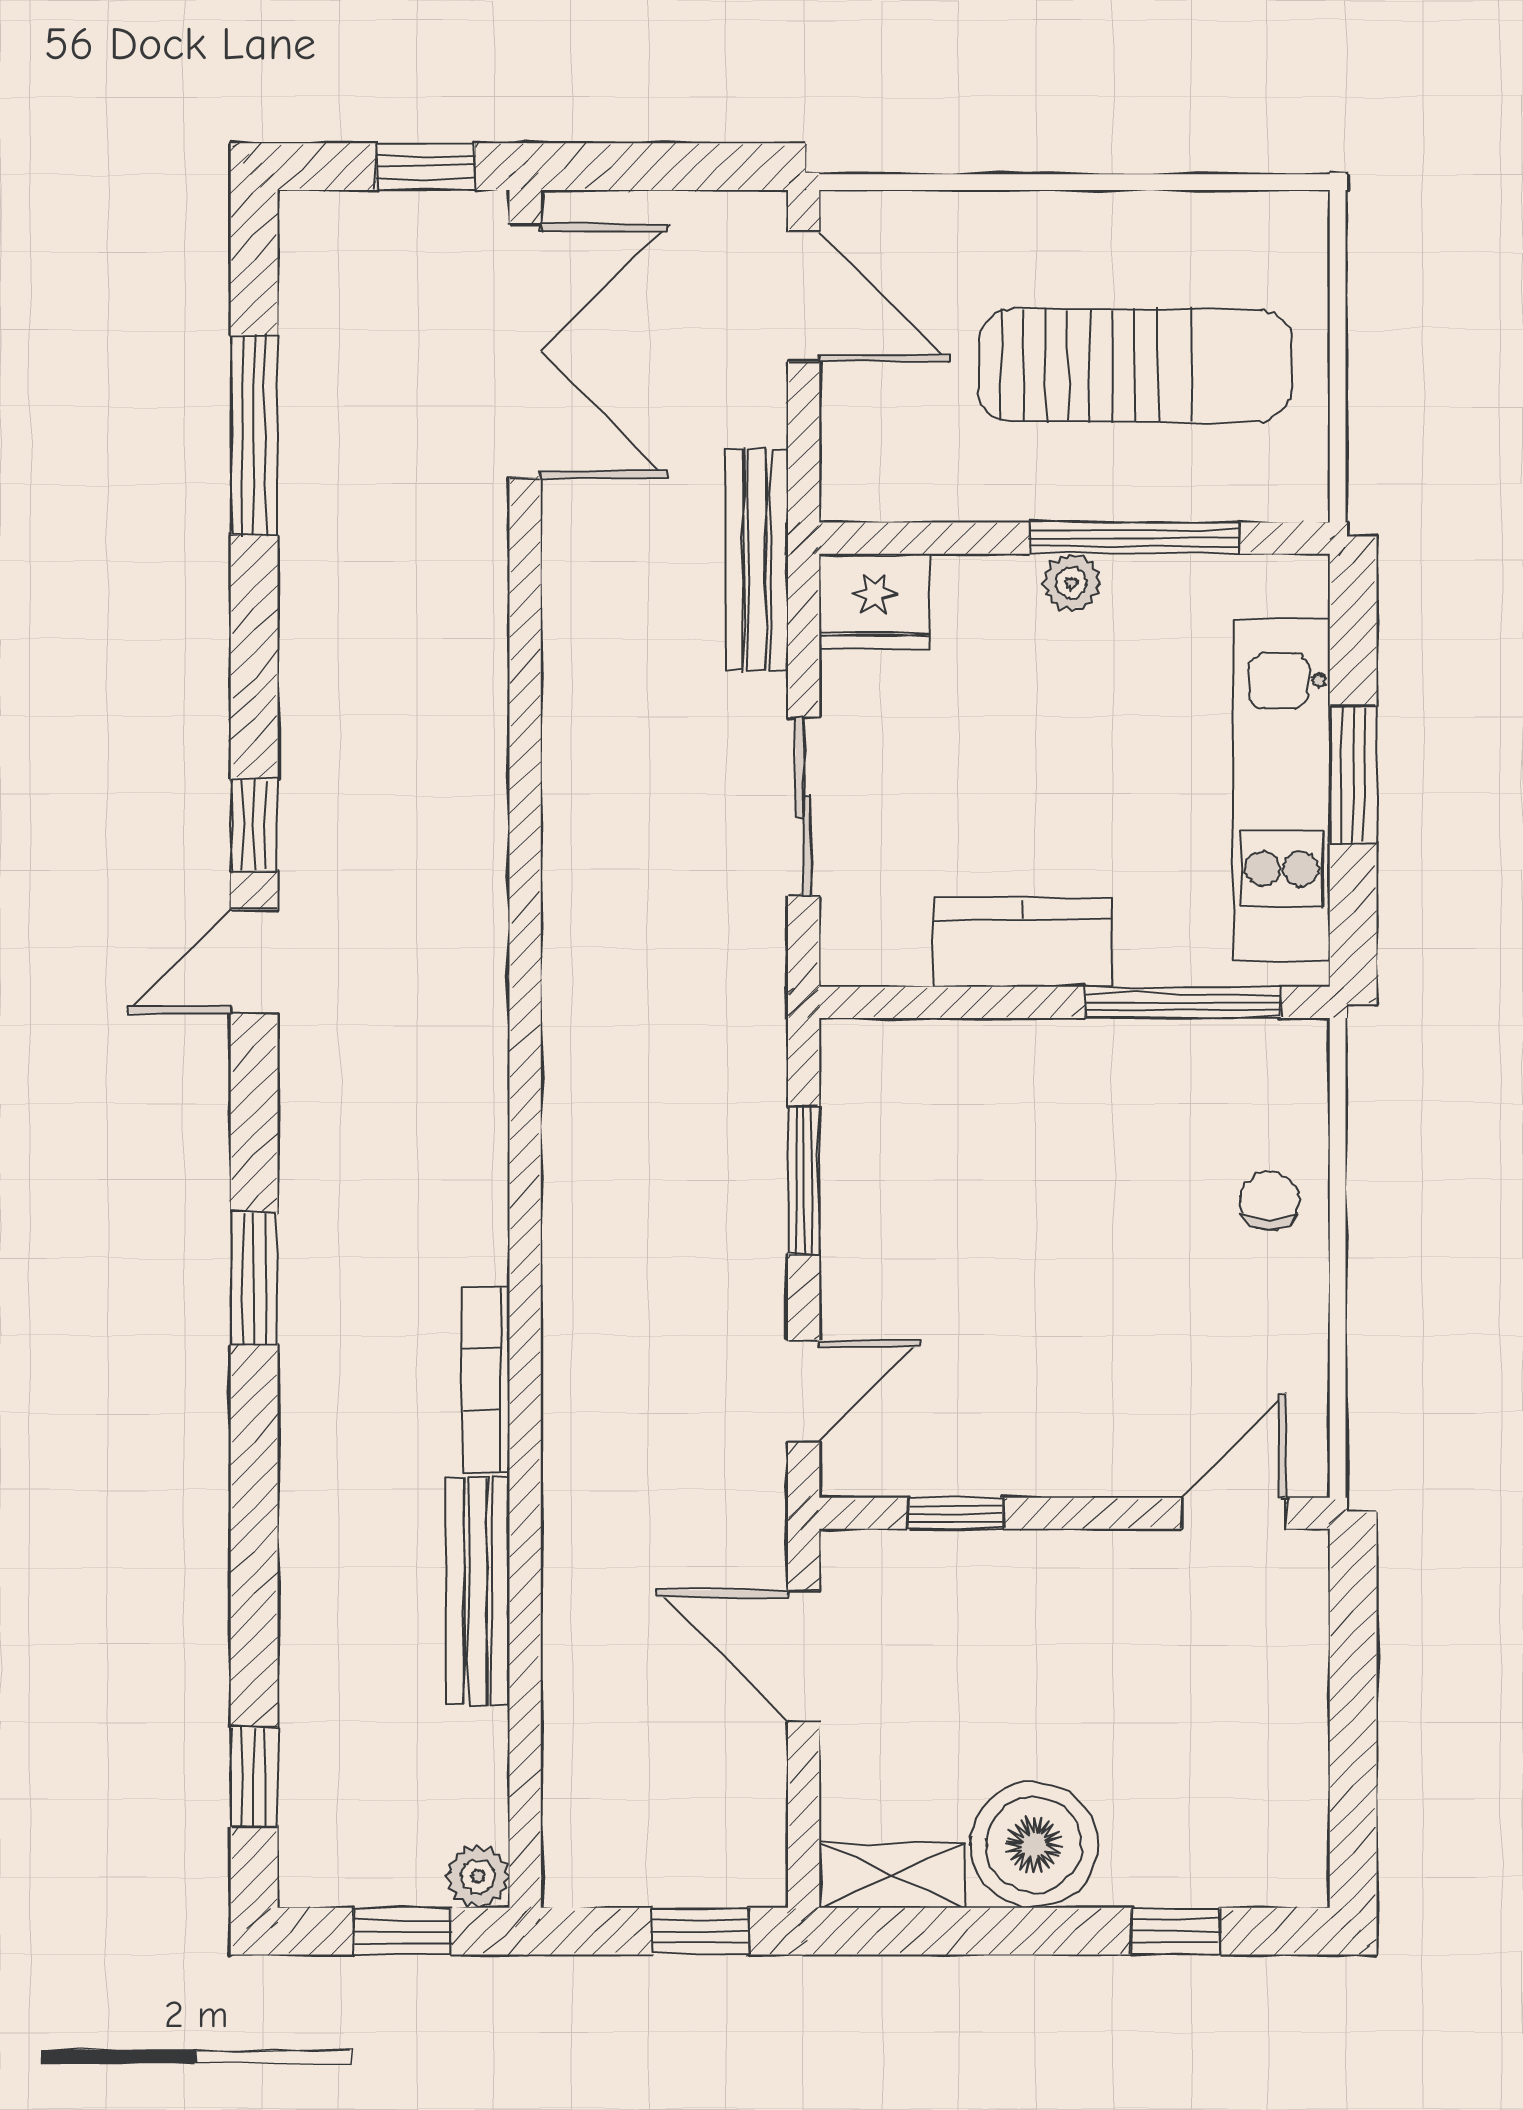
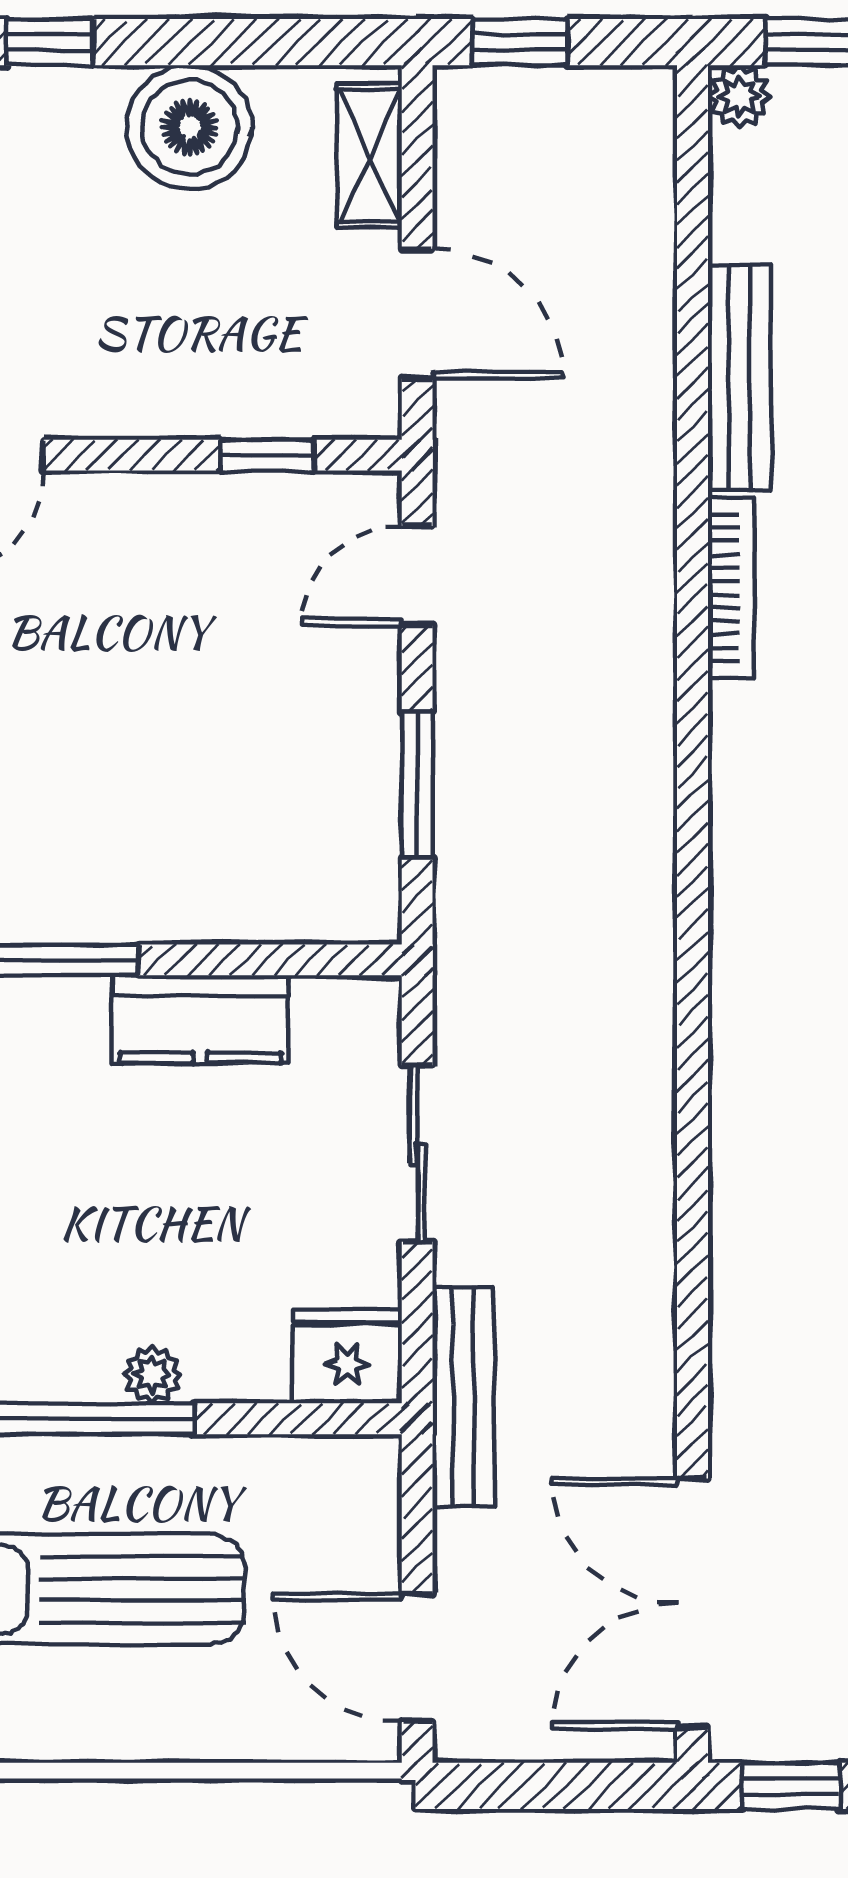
shelving: (892, 1875) -> (370, 156), moved, turned 90

